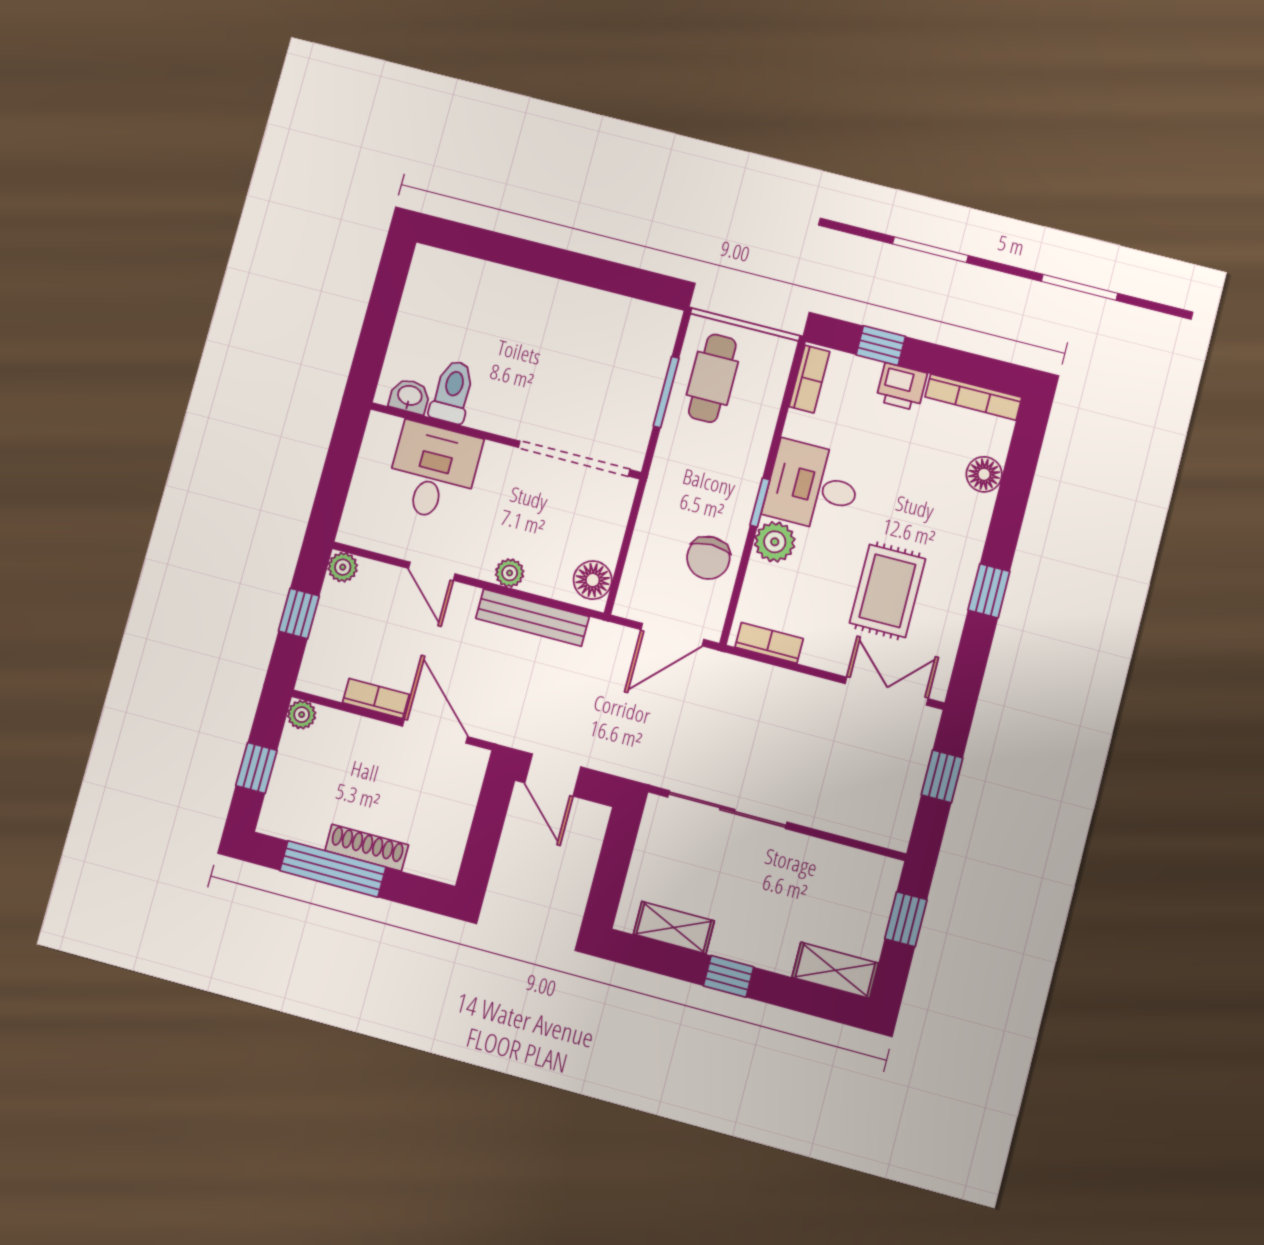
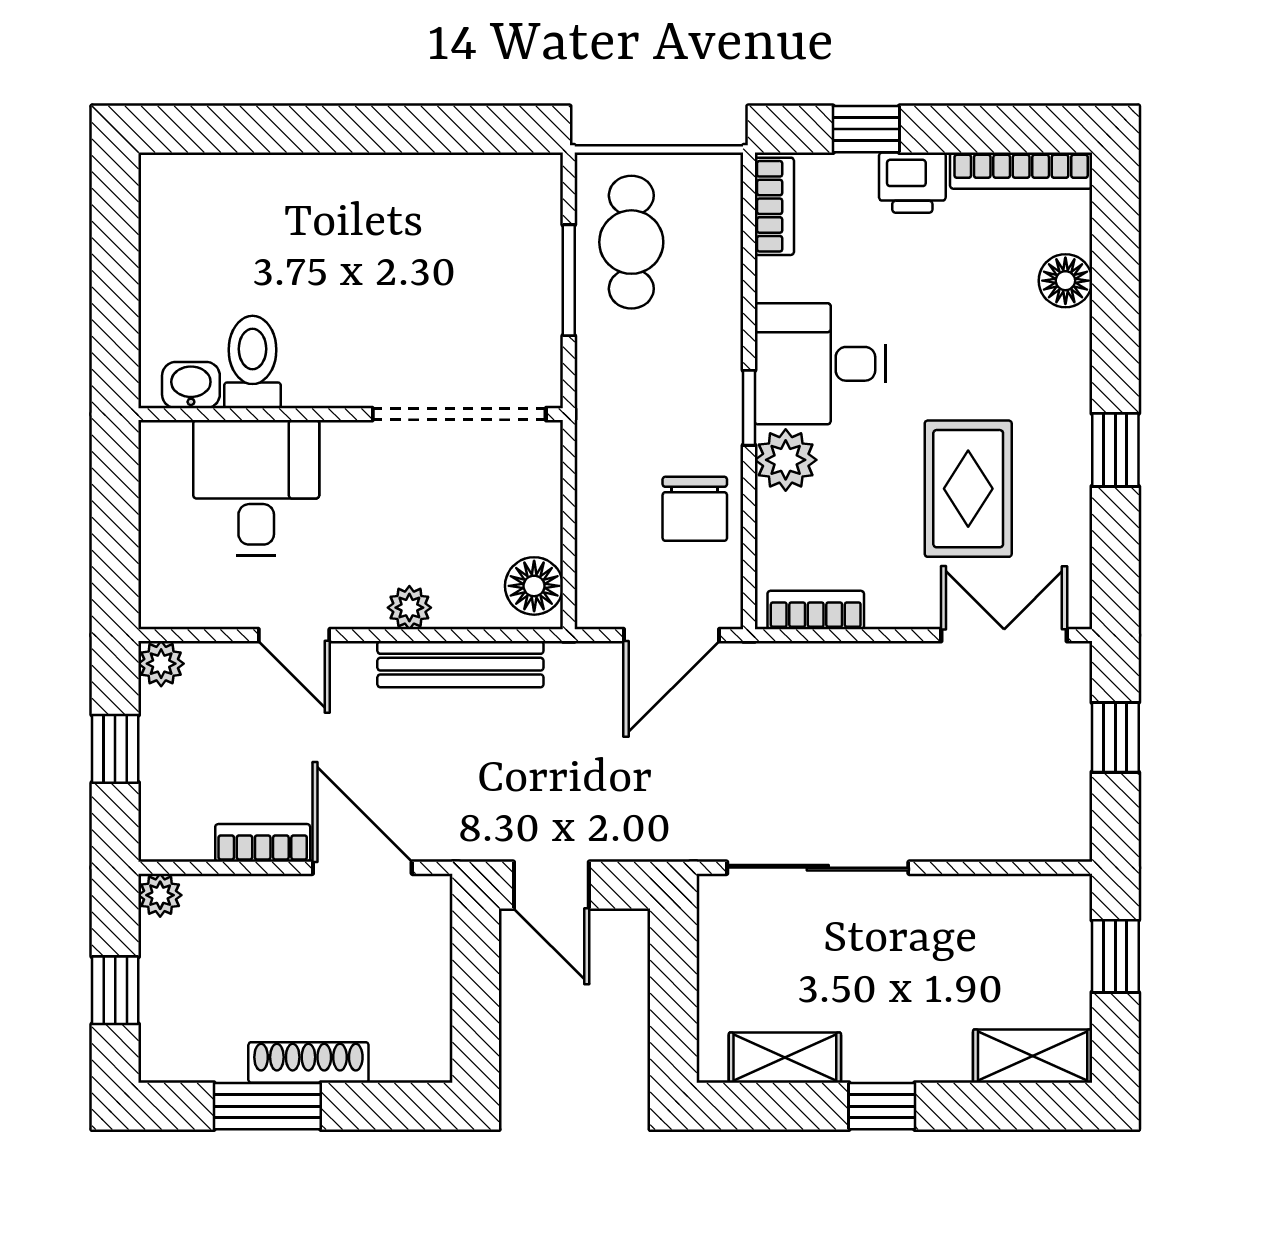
window: (333, 869) -> (267, 1106), width x0.69

